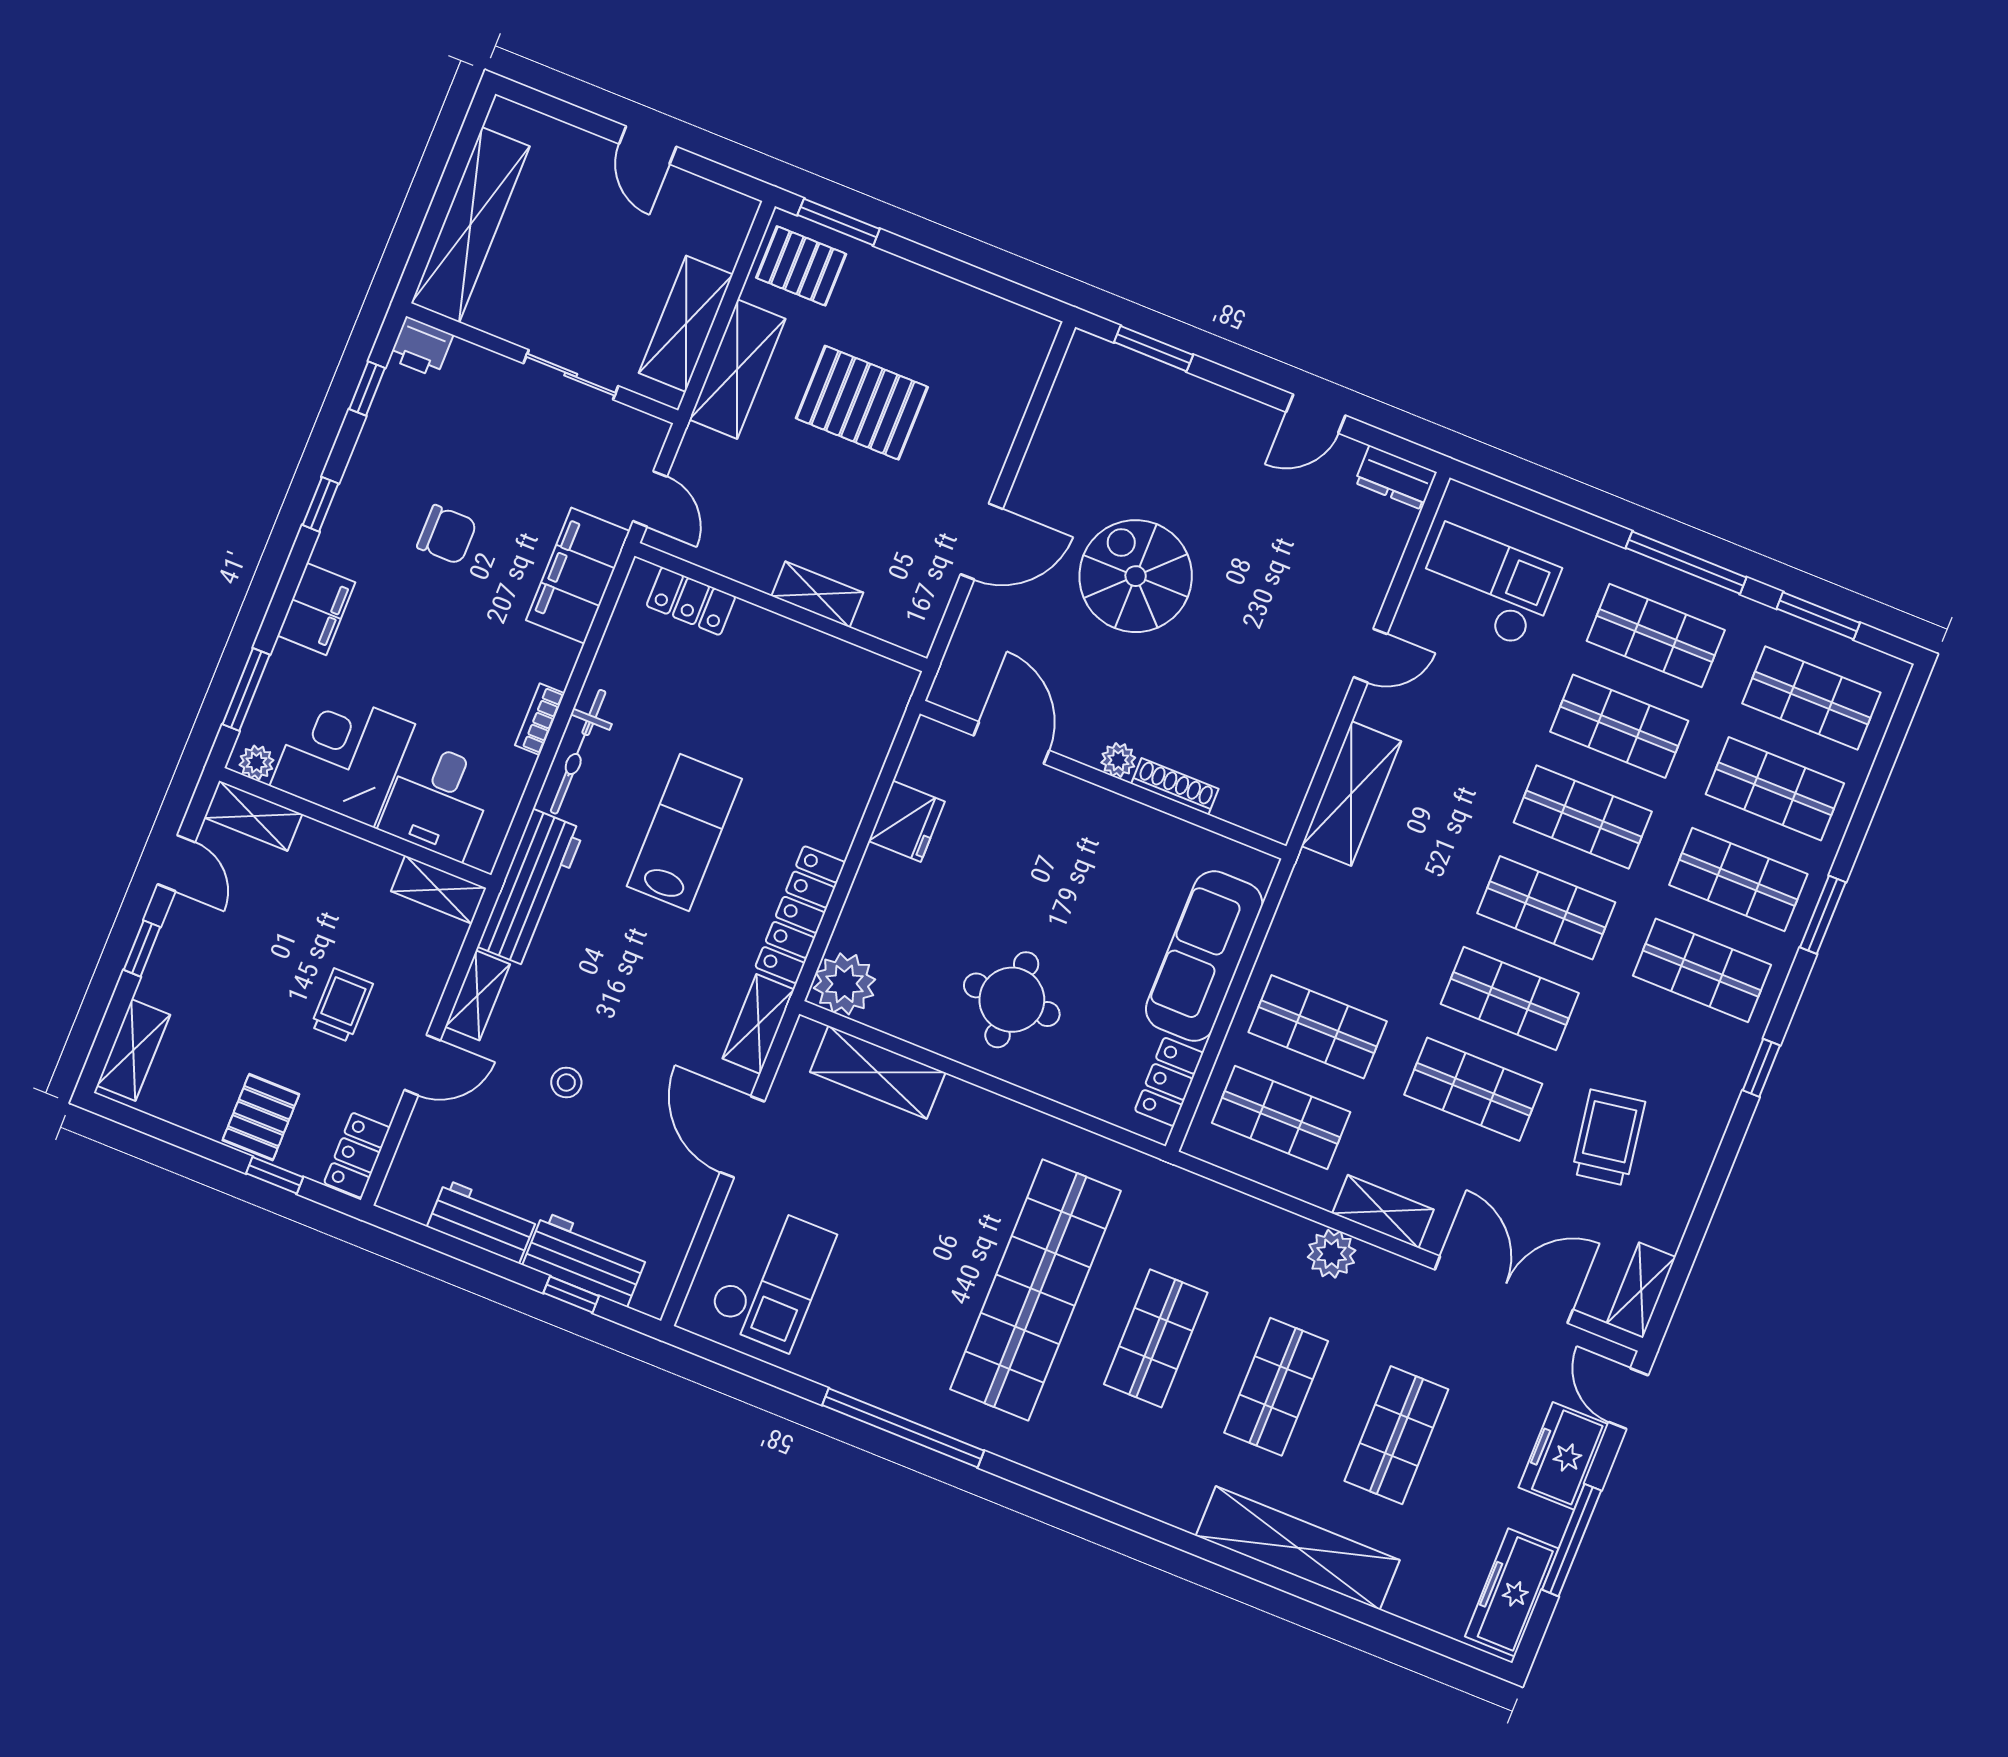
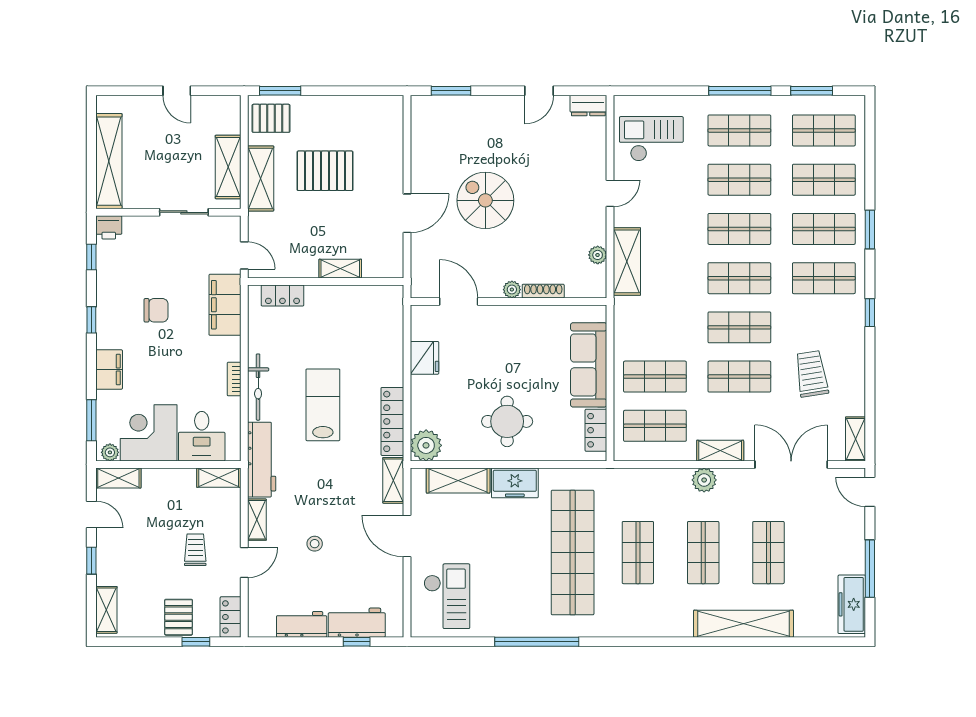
plant: (1302, 760) -> (598, 255), added
freezer: (1563, 1456) -> (515, 483), moved, turned -90

